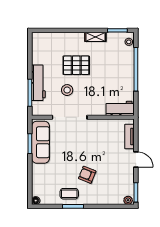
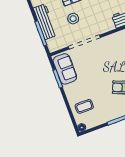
sofa: (41, 142) -> (65, 69), width x0.73
coffee table: (69, 194) -> (84, 106), moved

